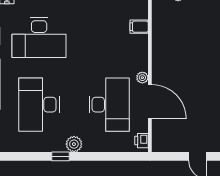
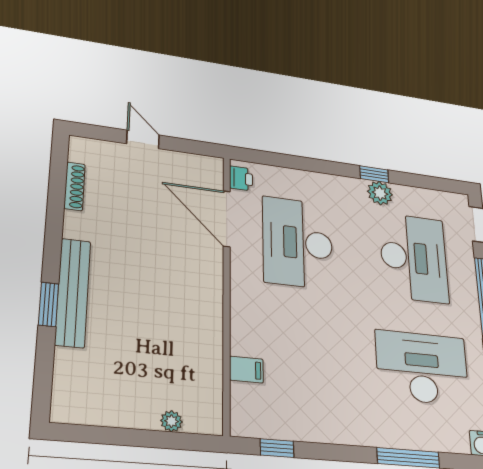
plant: (142, 78) -> (240, 280), removed
door: (150, 102) -> (227, 219), moved
plant: (74, 144) -> (380, 193), moved

